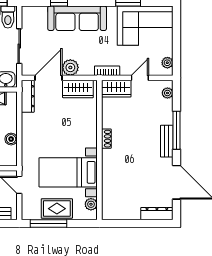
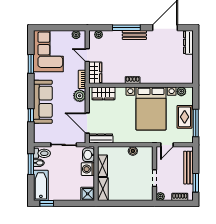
plant: (70, 67) -> (80, 96), moved
wardrobe: (78, 89) -> (103, 93), moved, turned 90
bed with nightstands: (68, 172) -> (151, 108), width x1.36

